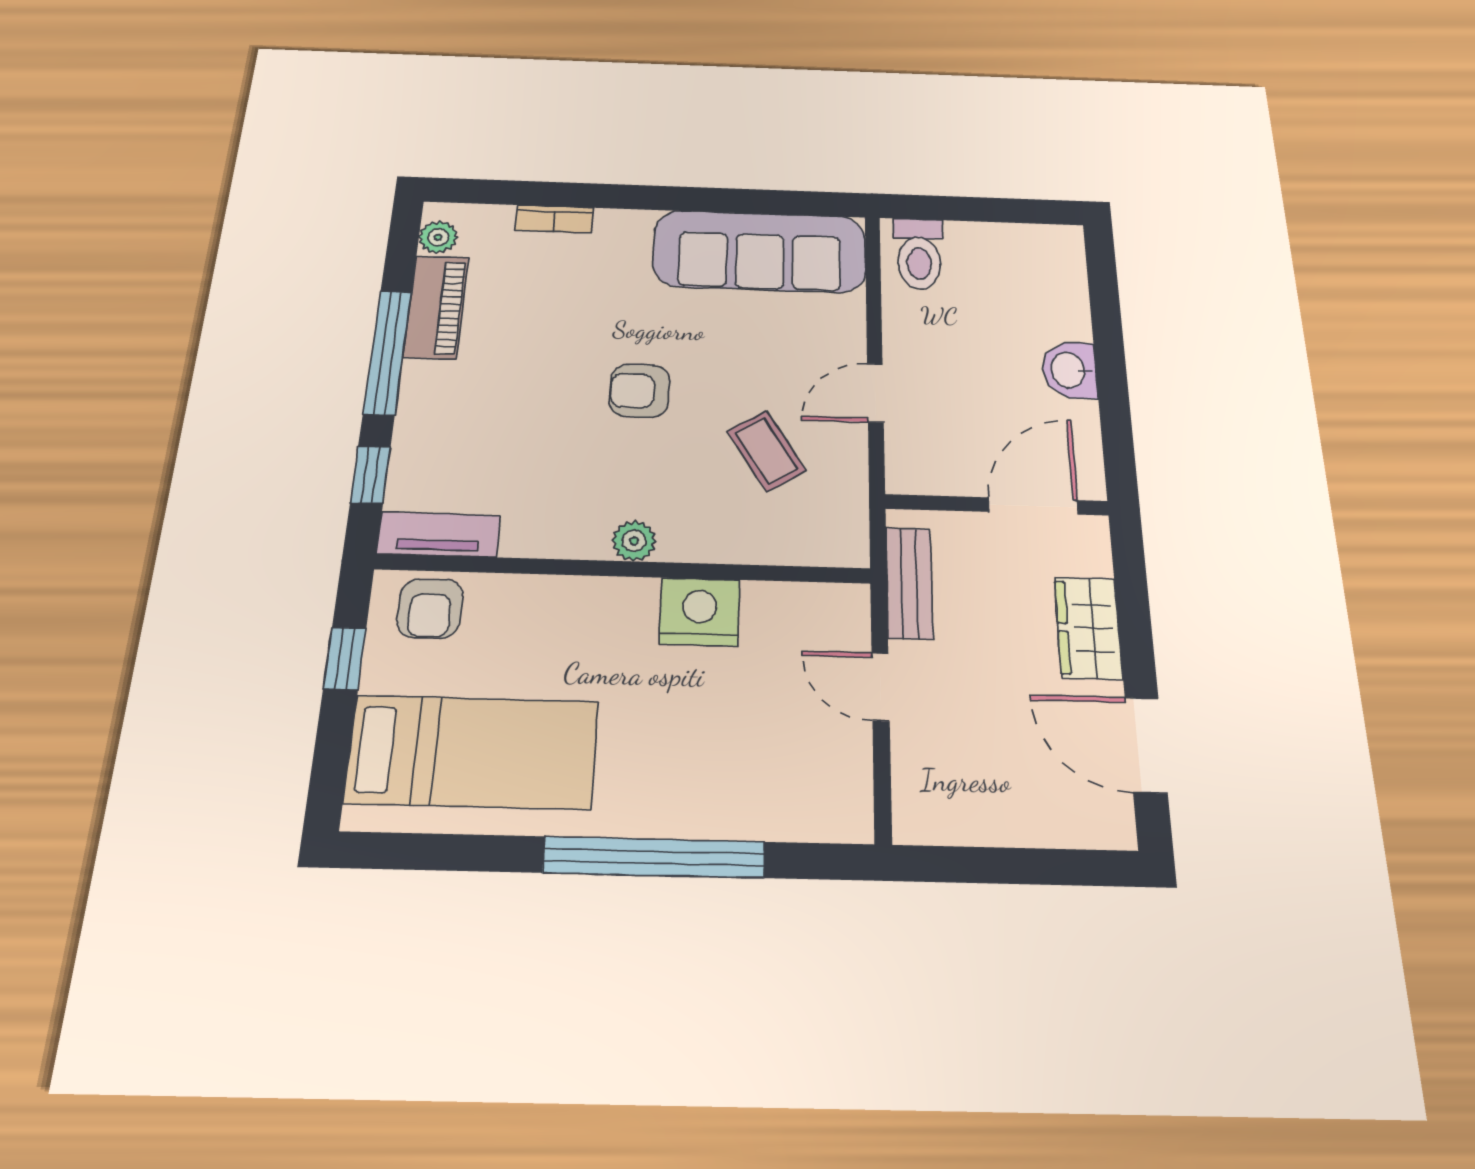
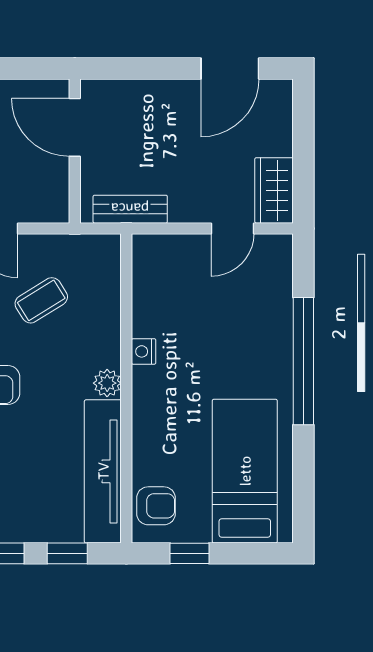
tv unit: (439, 535) -> (103, 471), width x1.92, depth x1.29
nightstand: (700, 612) -> (144, 351), width x0.53, depth x0.56
wardrobe: (1088, 628) -> (274, 190), moved, turned 90
door: (880, 687) -> (233, 228), moved

